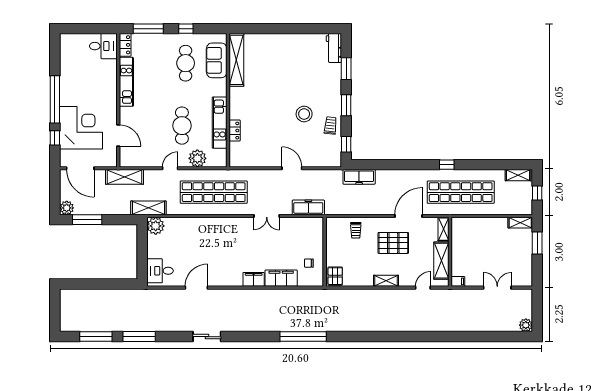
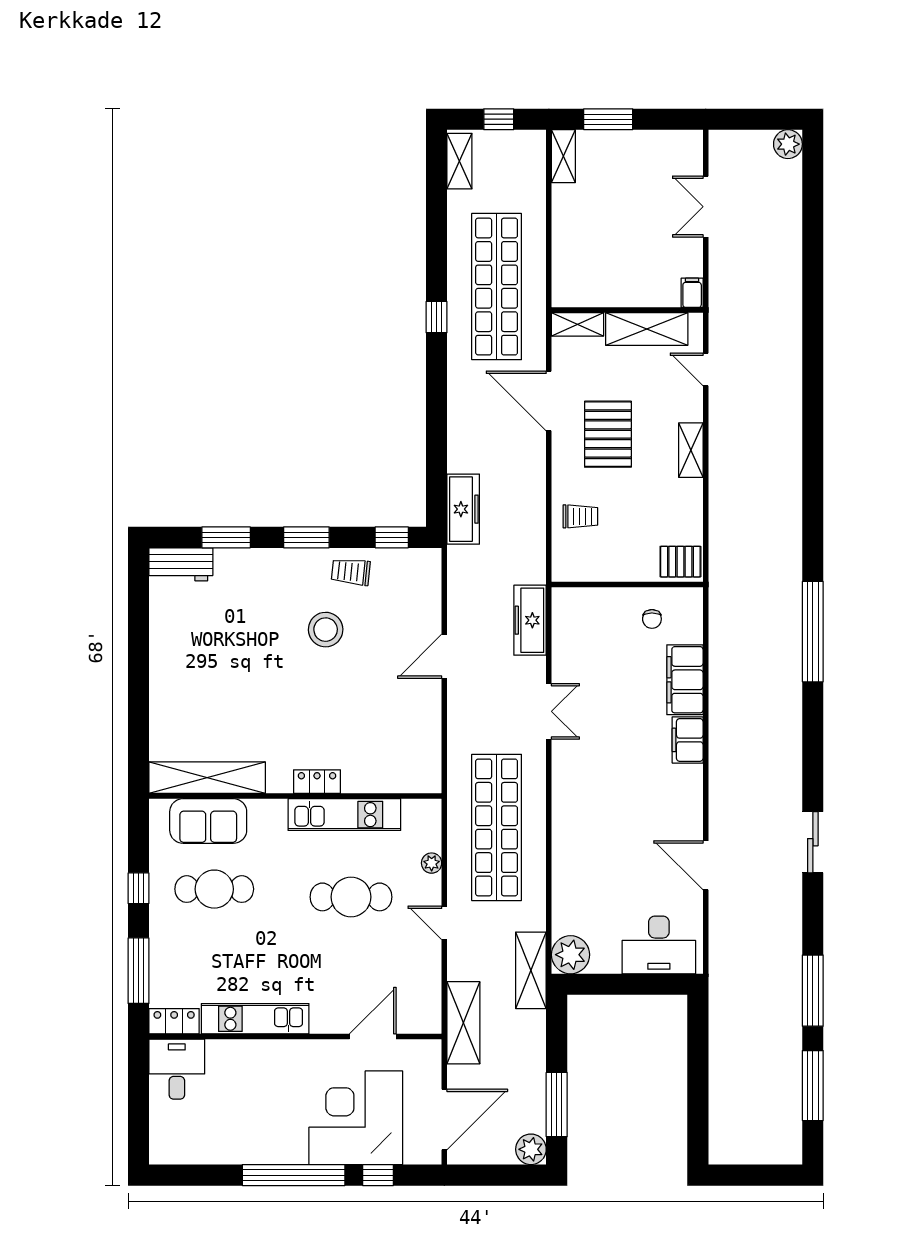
locker: (235, 131) -> (317, 782), moved
plant: (197, 158) -> (432, 863), width x0.53, depth x0.53
desk: (160, 271) -> (659, 945), width x1.37

